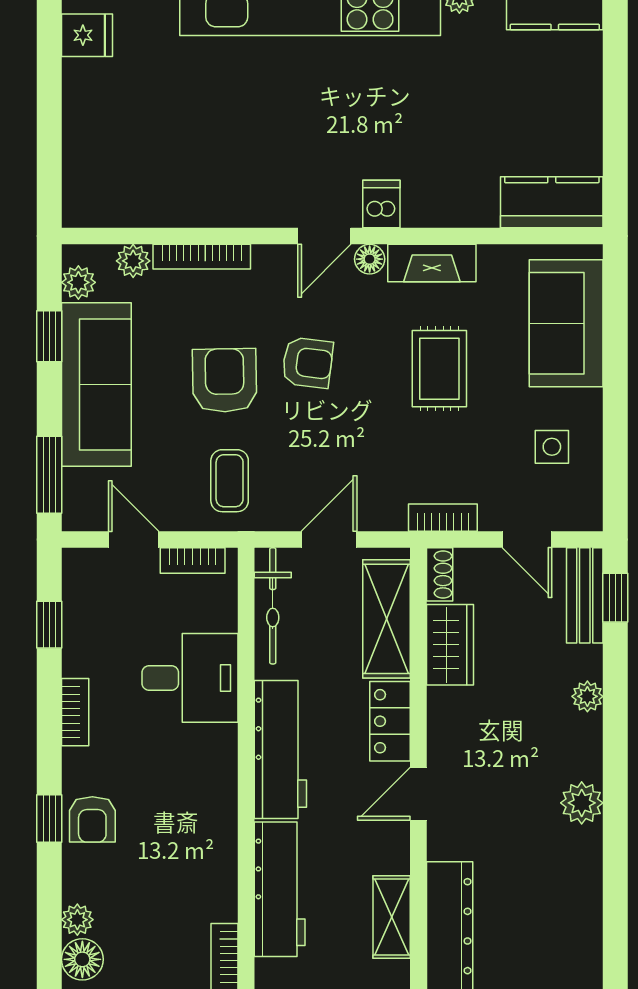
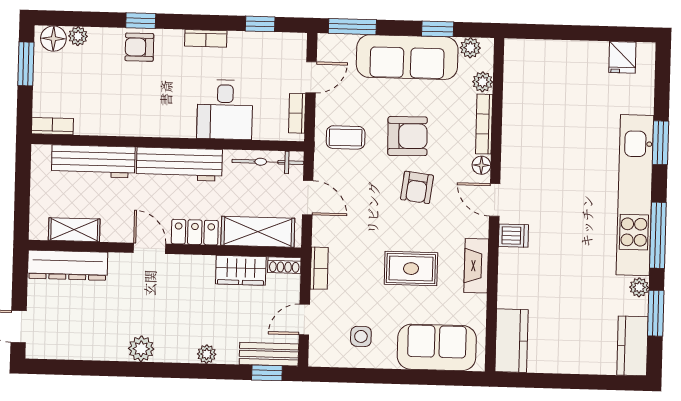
floor lamp: (370, 259) -> (481, 165), moved

